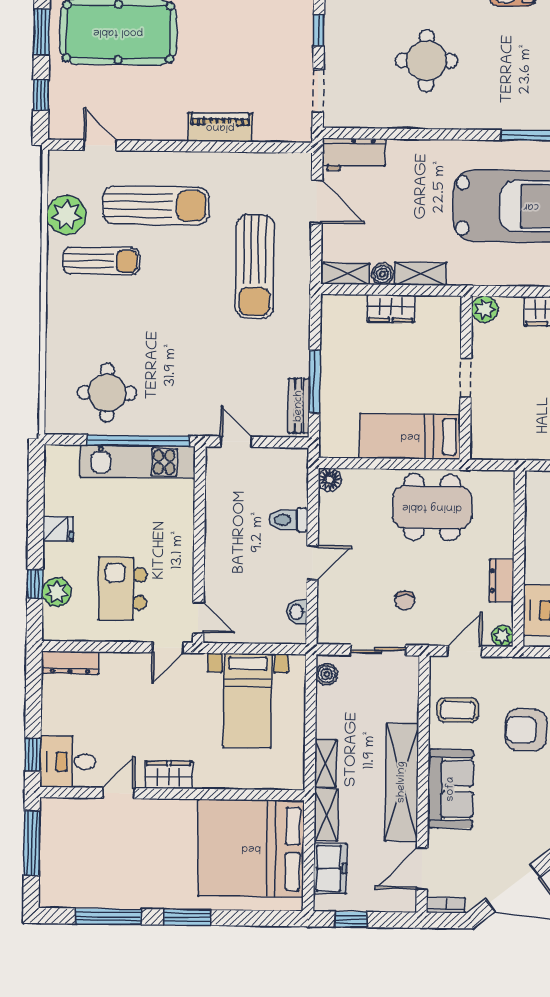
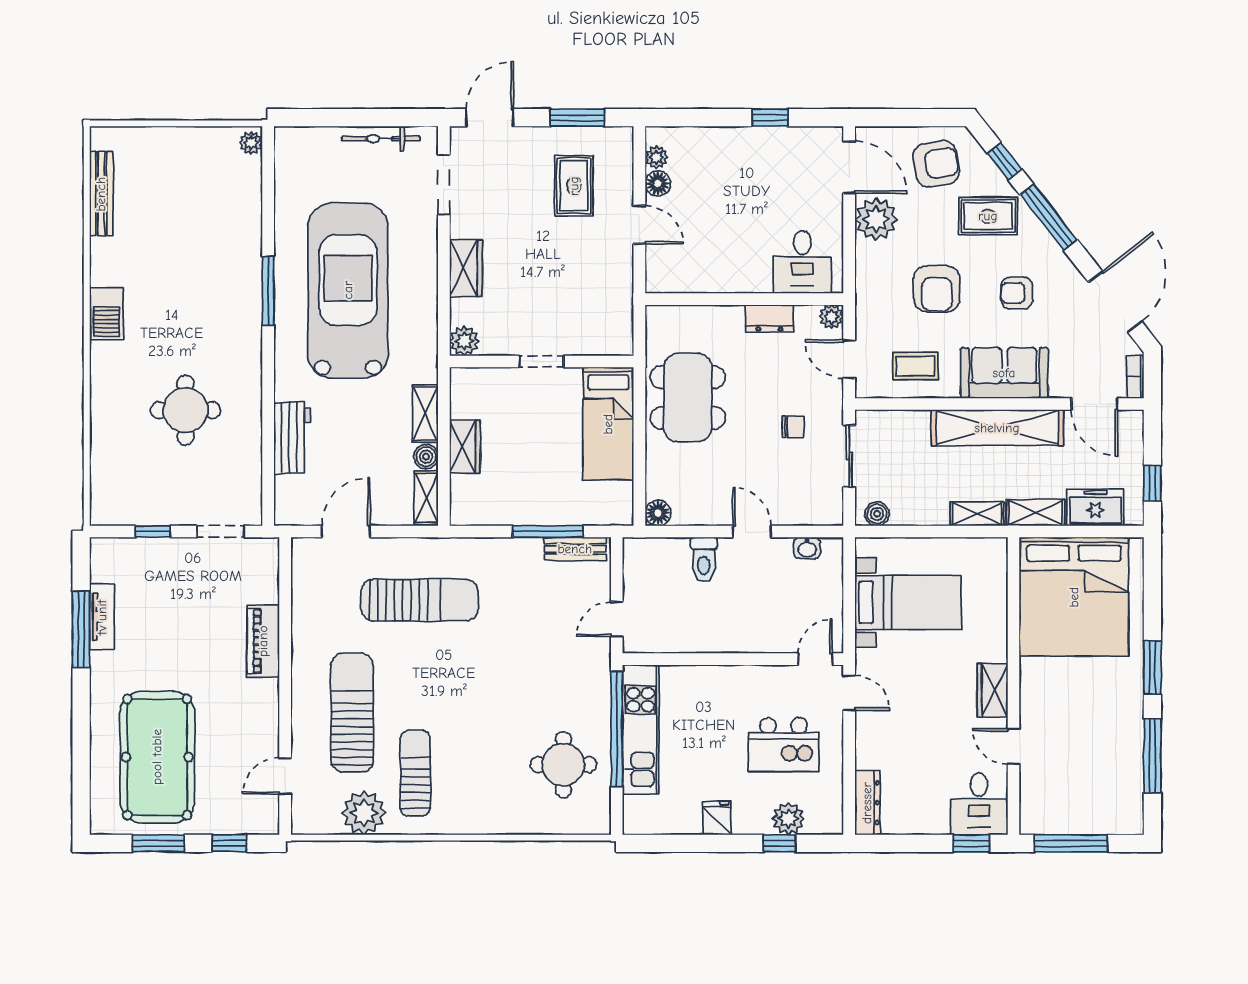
workbench: (354, 155) -> (292, 438), moved
coffee table: (458, 710) -> (915, 366), turned 90
armchair: (521, 801) -> (1017, 293), added

